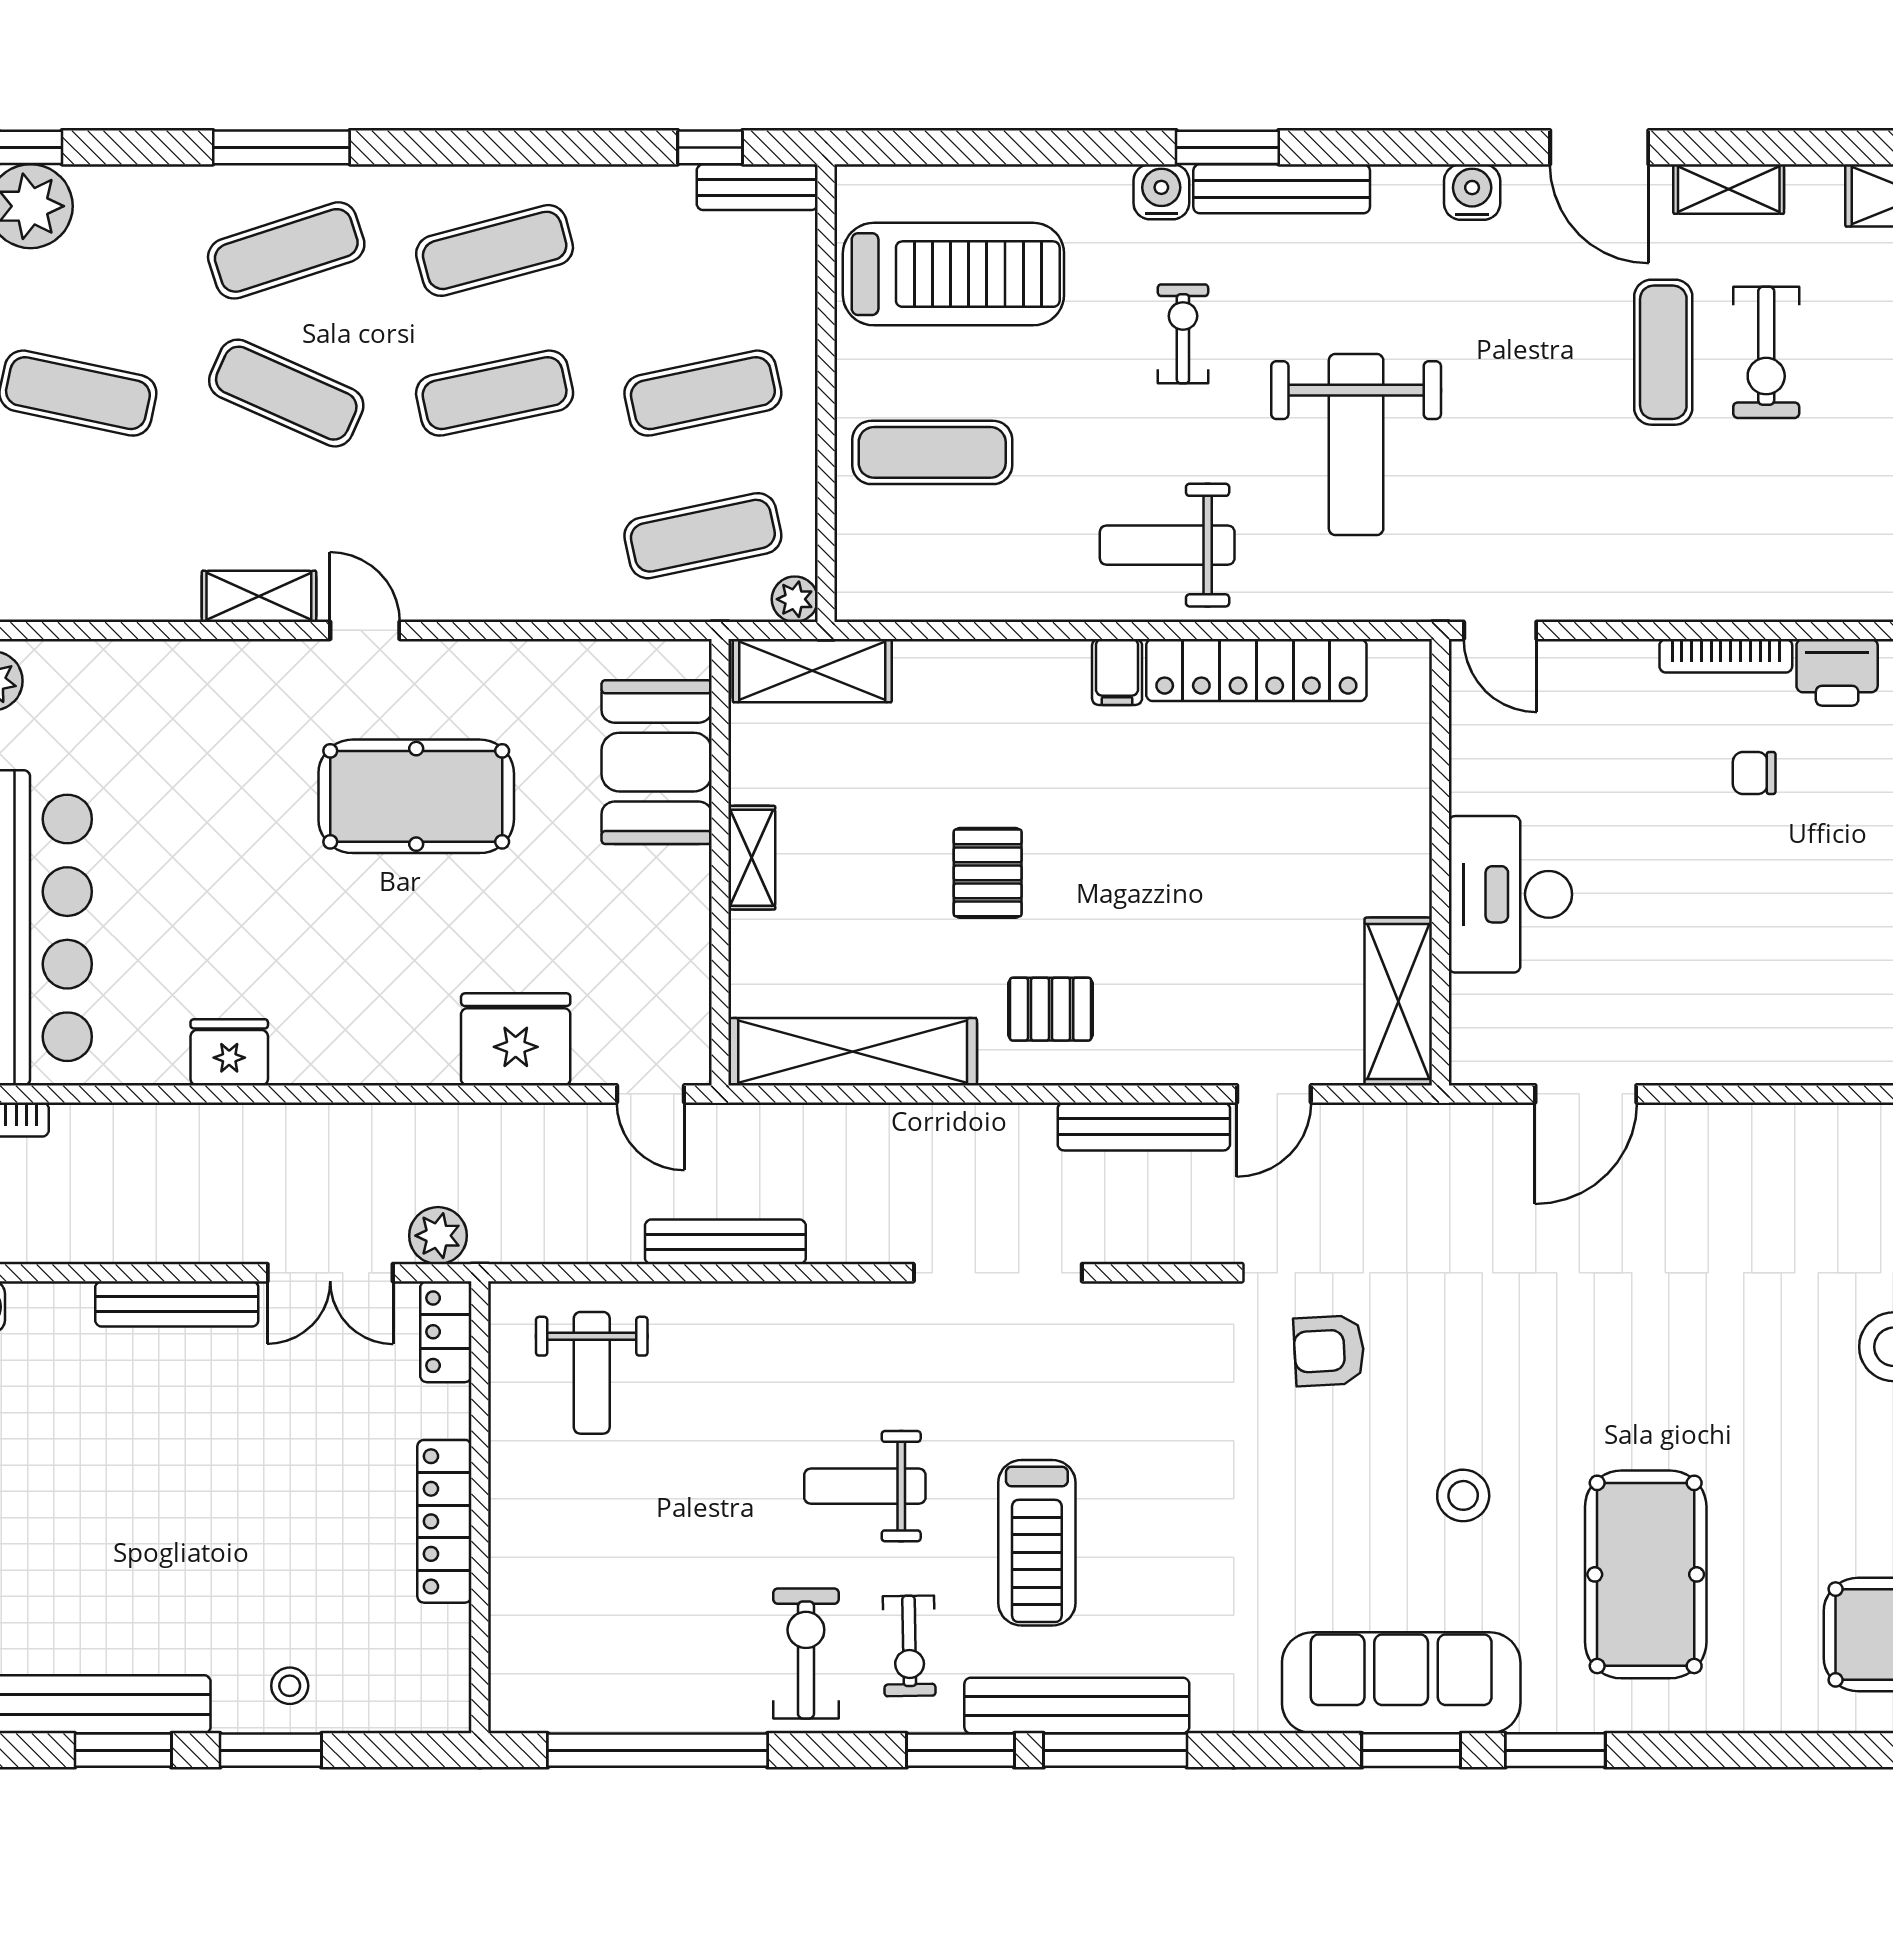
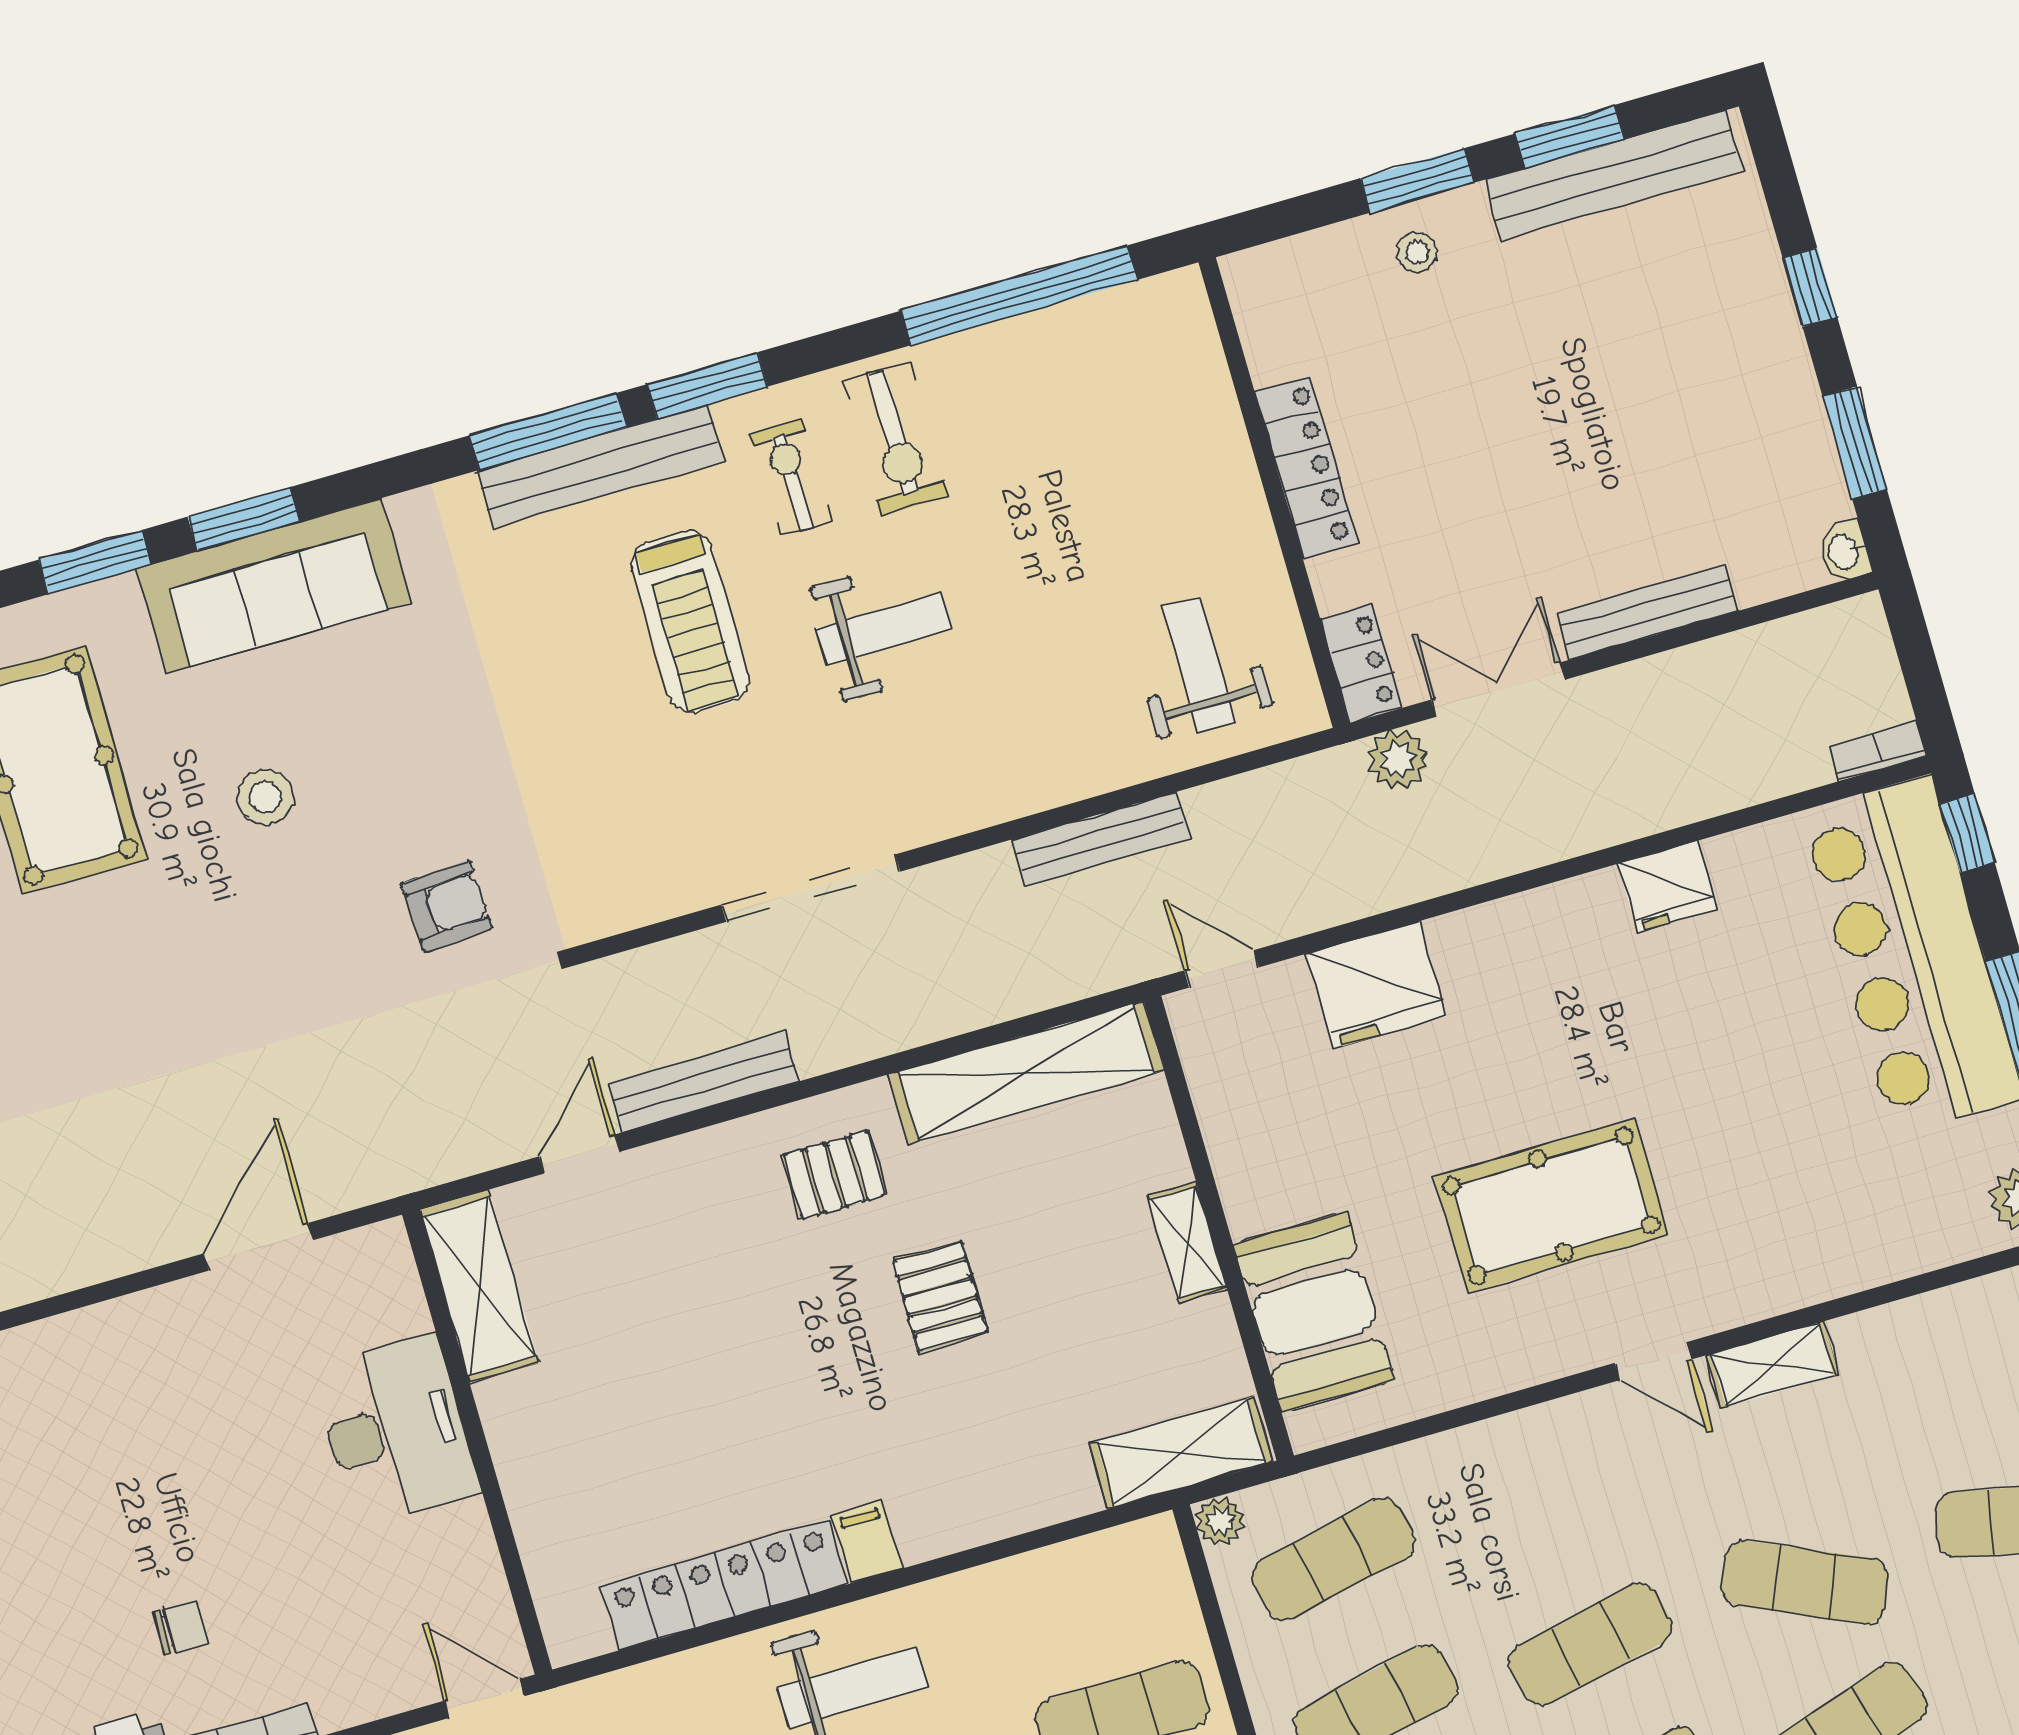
treadmill: (1037, 1543) -> (690, 622), turned 180

